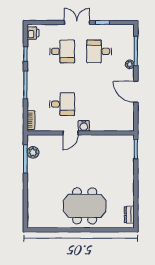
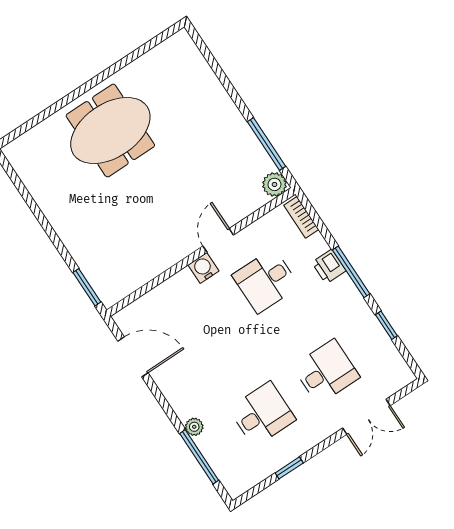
double door: (77, 23) -> (366, 417), moved
printer: (33, 33) -> (329, 267), moved
desk: (62, 51) -> (326, 372), turned 180
door: (136, 92) -> (133, 357), moved
plant: (33, 152) -> (274, 184), moved
dresser: (129, 215) -> (23, 167), removed

